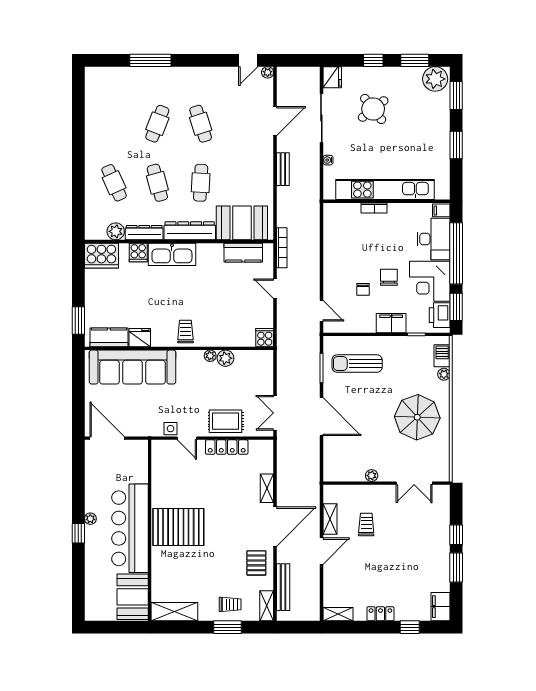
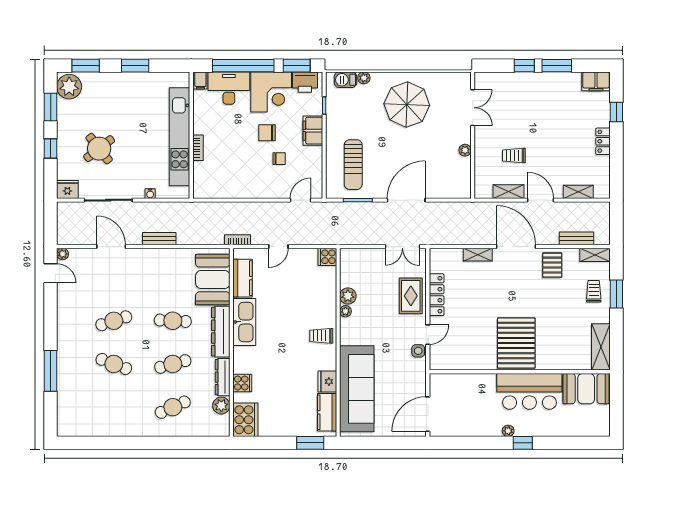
bookcase: (282, 248) -> (238, 240), width x0.64
kitchen sink: (172, 254) -> (244, 322), moved
bar counter: (130, 528) -> (529, 391), width x0.73
pallet: (256, 563) -> (552, 265), turned 90
bench: (283, 587) -> (576, 238), width x0.73
shelving: (338, 614) -> (578, 192), moved, turned 90

